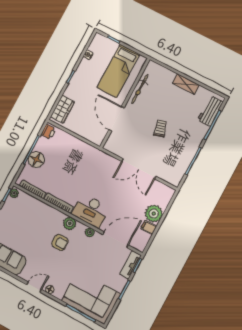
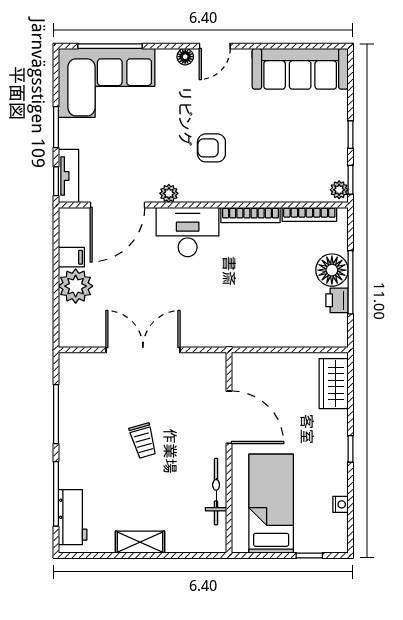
printer: (48, 132) -> (337, 300), moved
plant: (70, 223) -> (212, 190), removed

